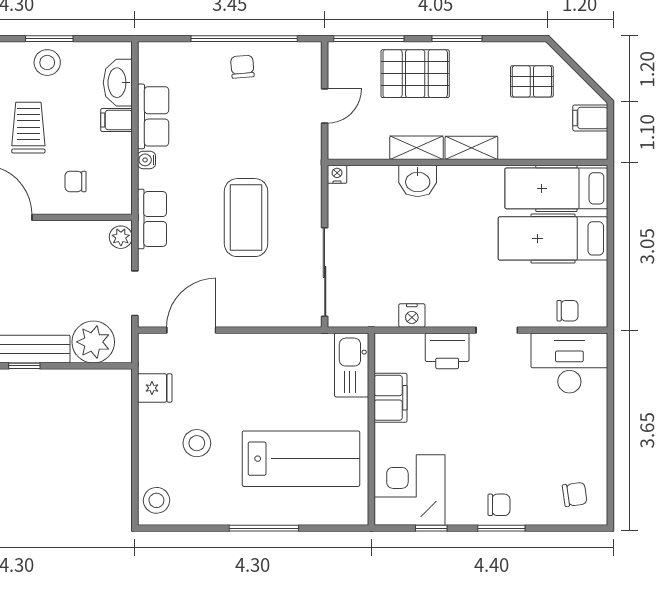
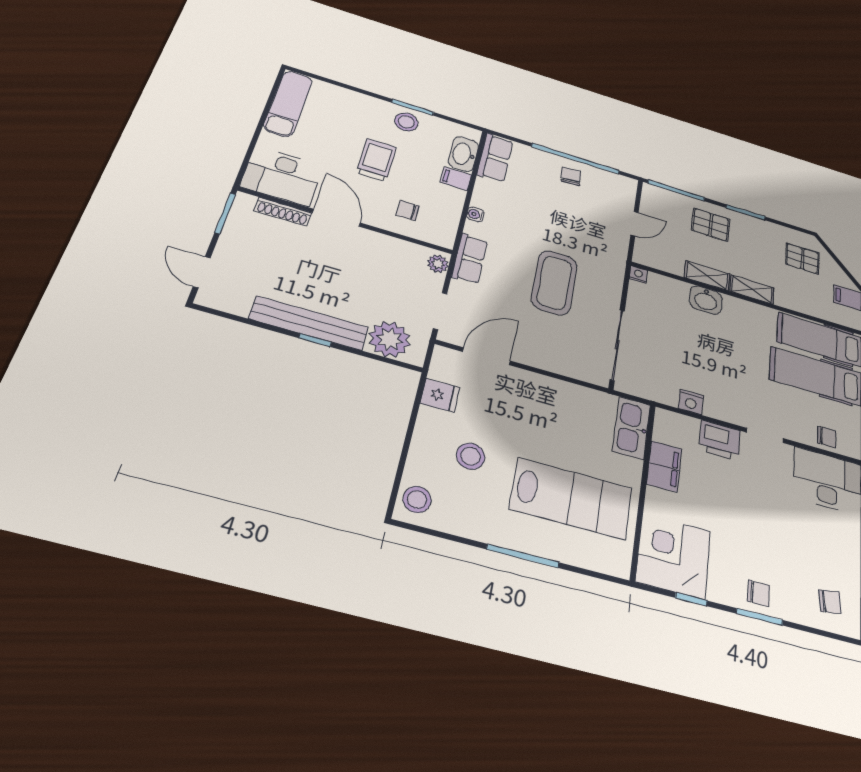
pallet: (415, 74) -> (711, 225), width x0.67, depth x0.71
row of seats: (153, 116) -> (495, 158), moved

